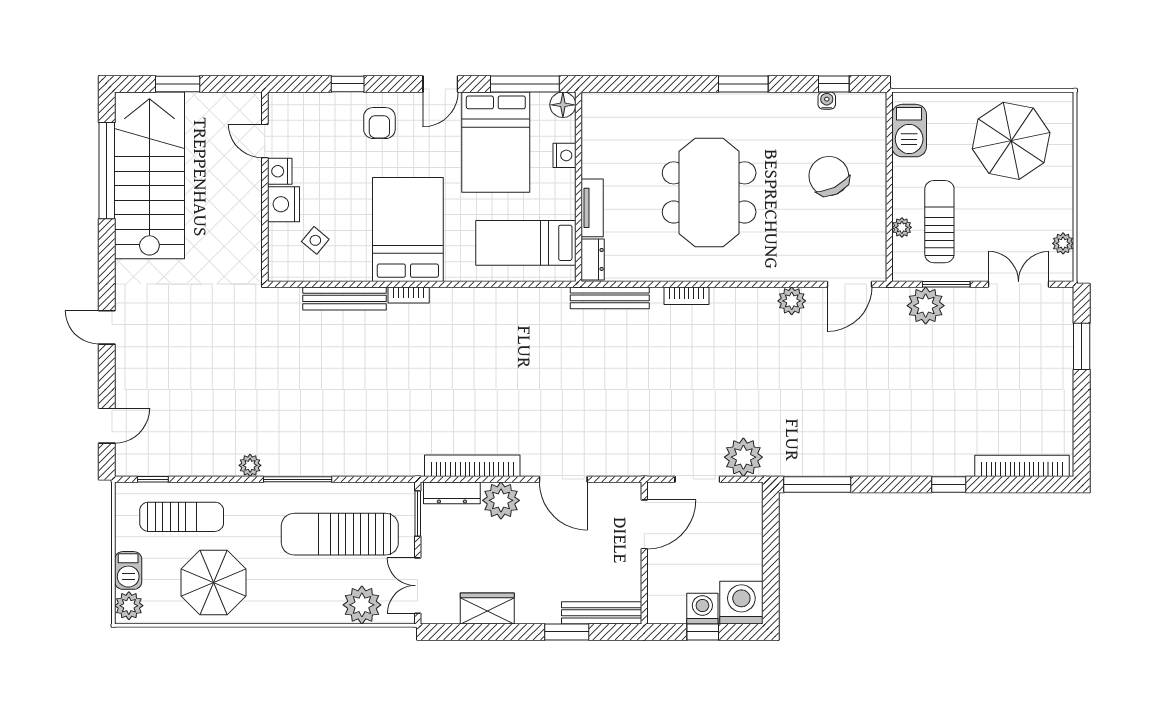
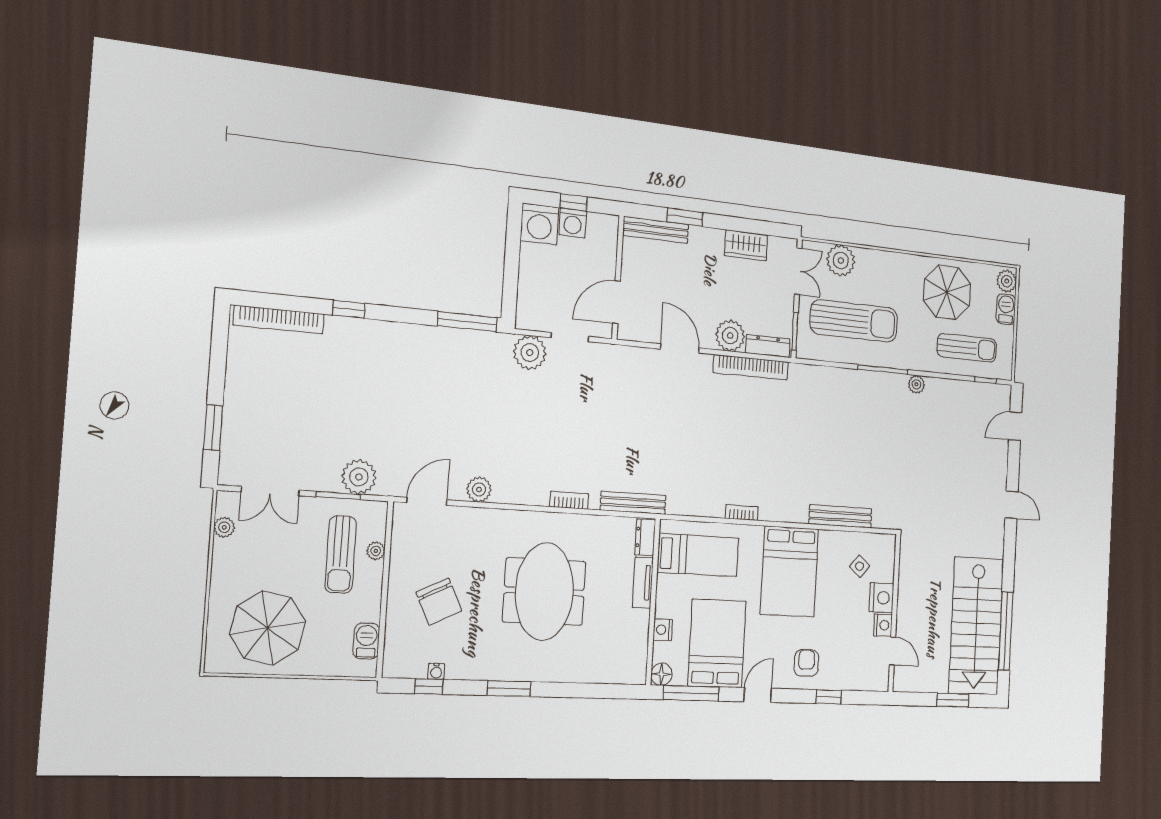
barbecue: (909, 131) -> (366, 641), width x0.73, depth x0.79
bookcase: (409, 295) -> (742, 513), moved
sun lounger: (182, 517) -> (967, 348), turned 180

